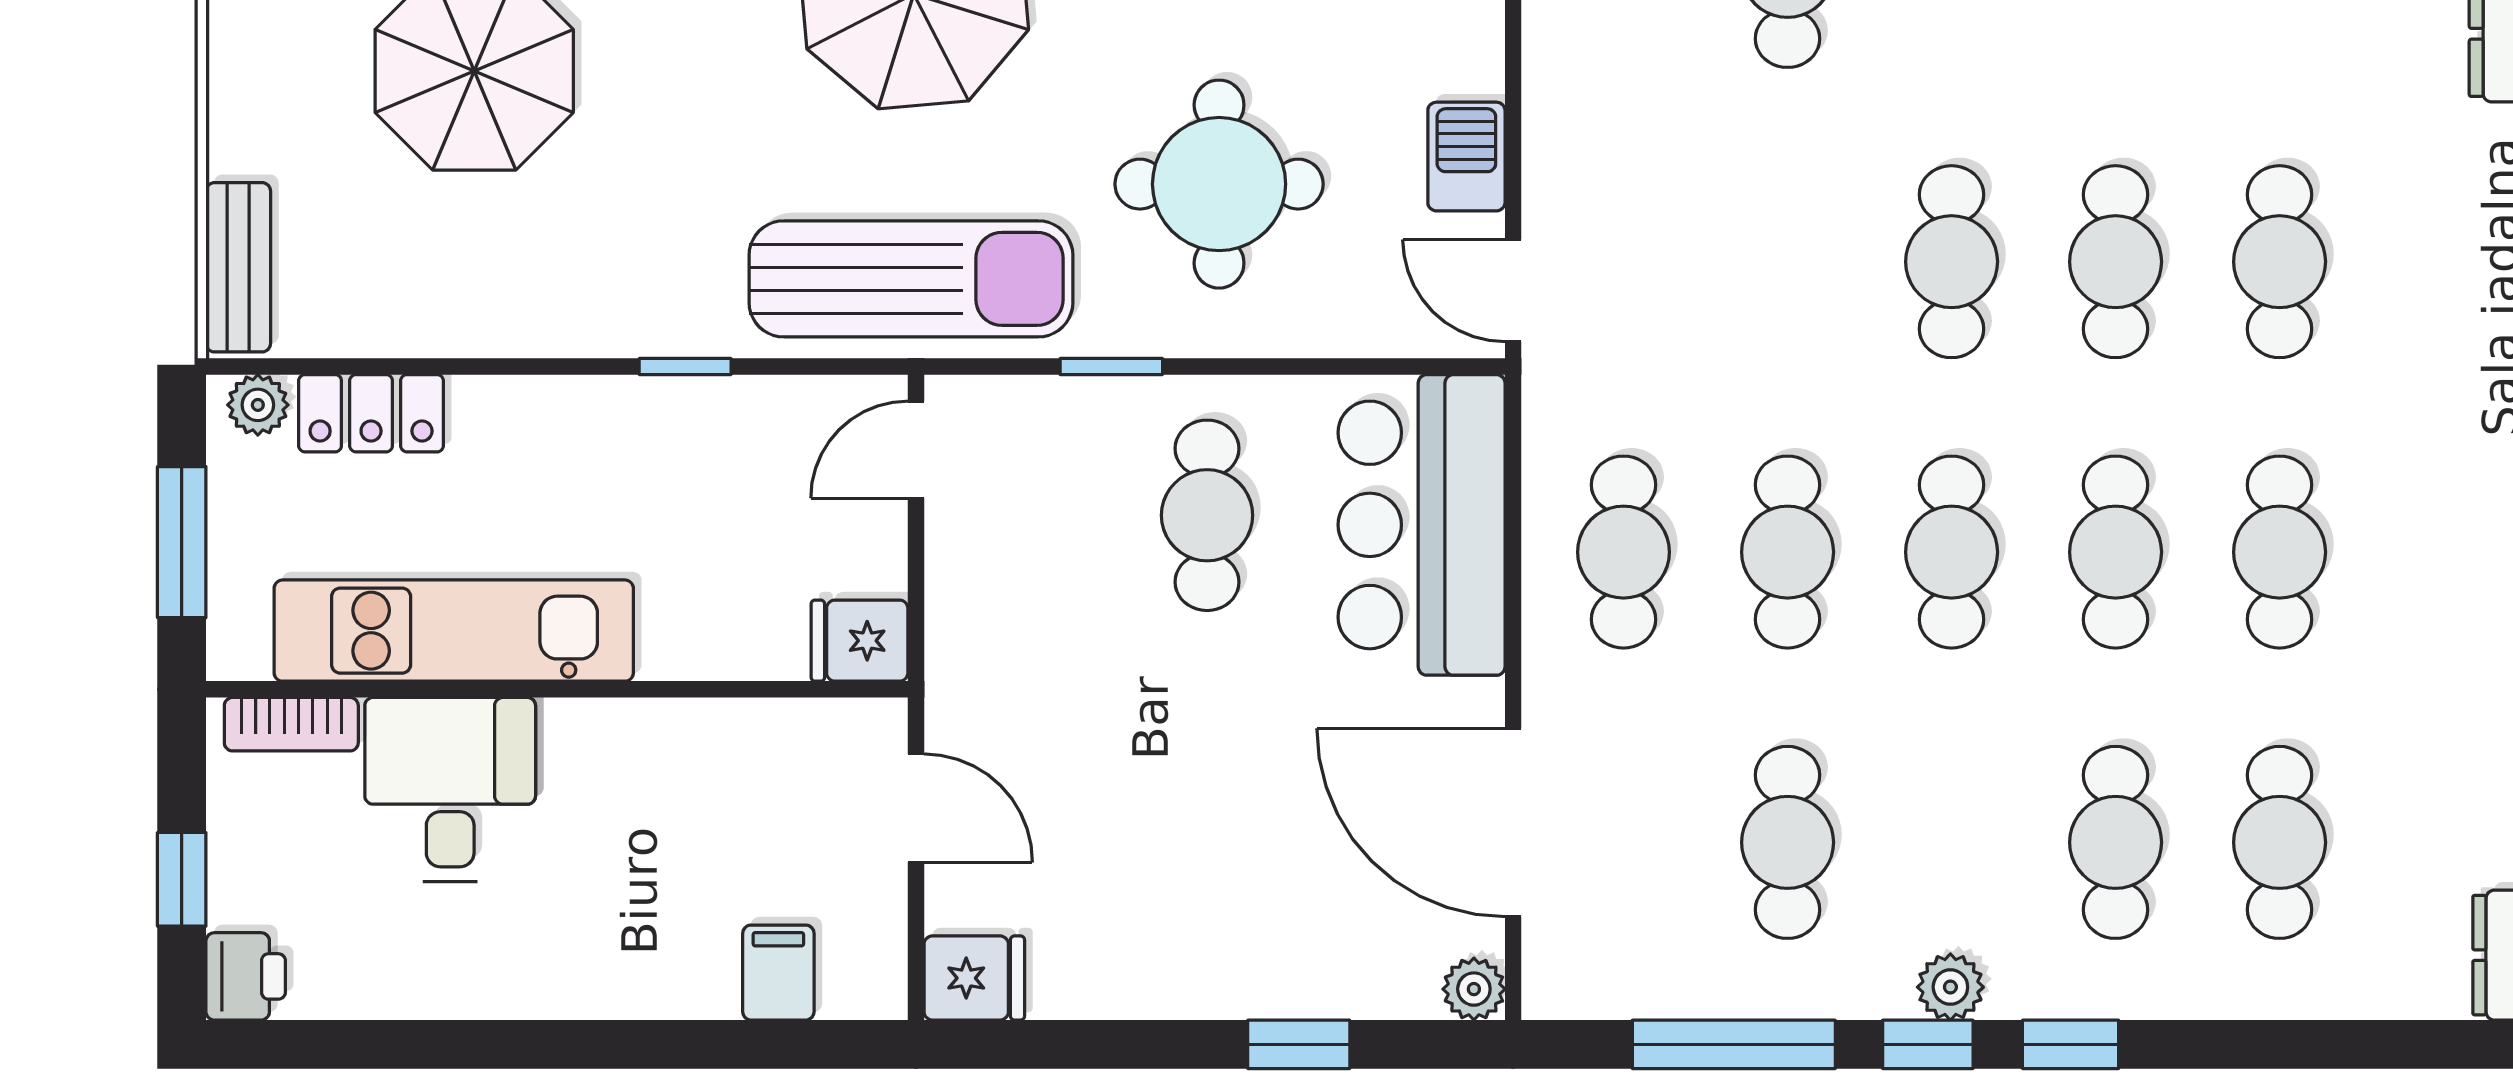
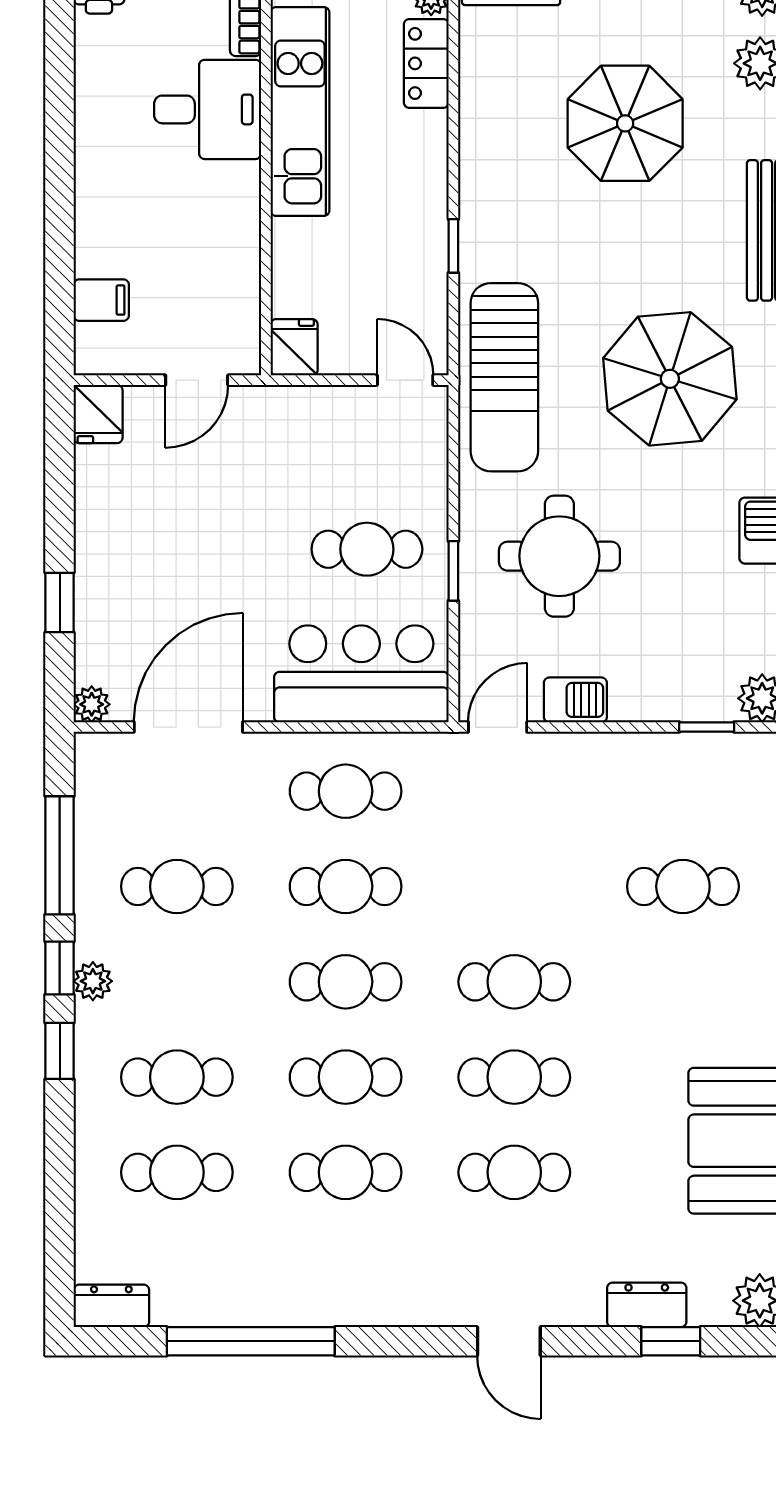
window: (1111, 367) -> (453, 571), moved

